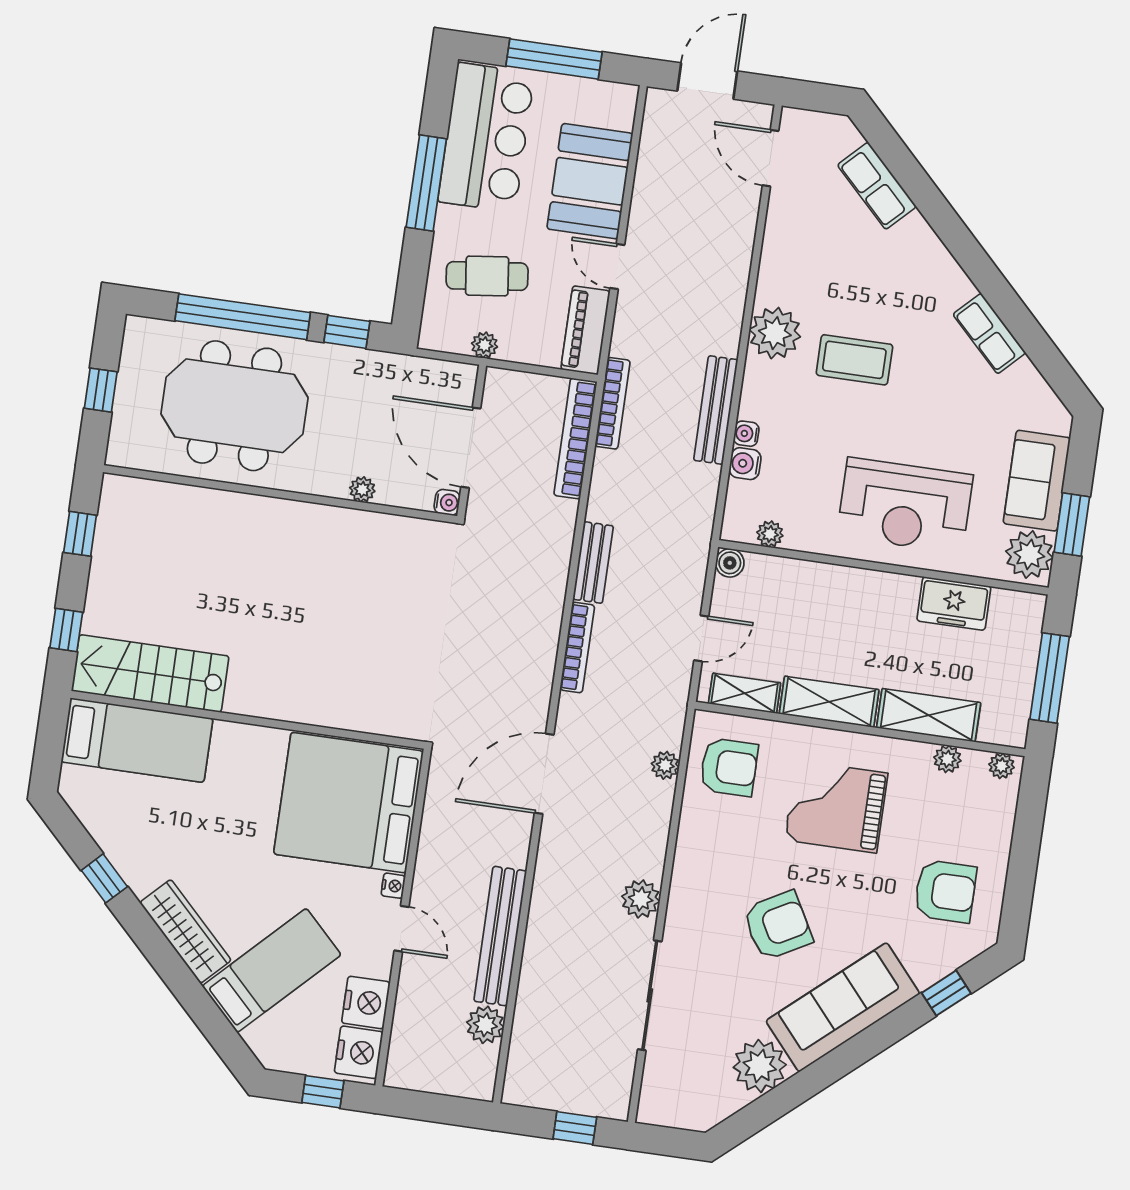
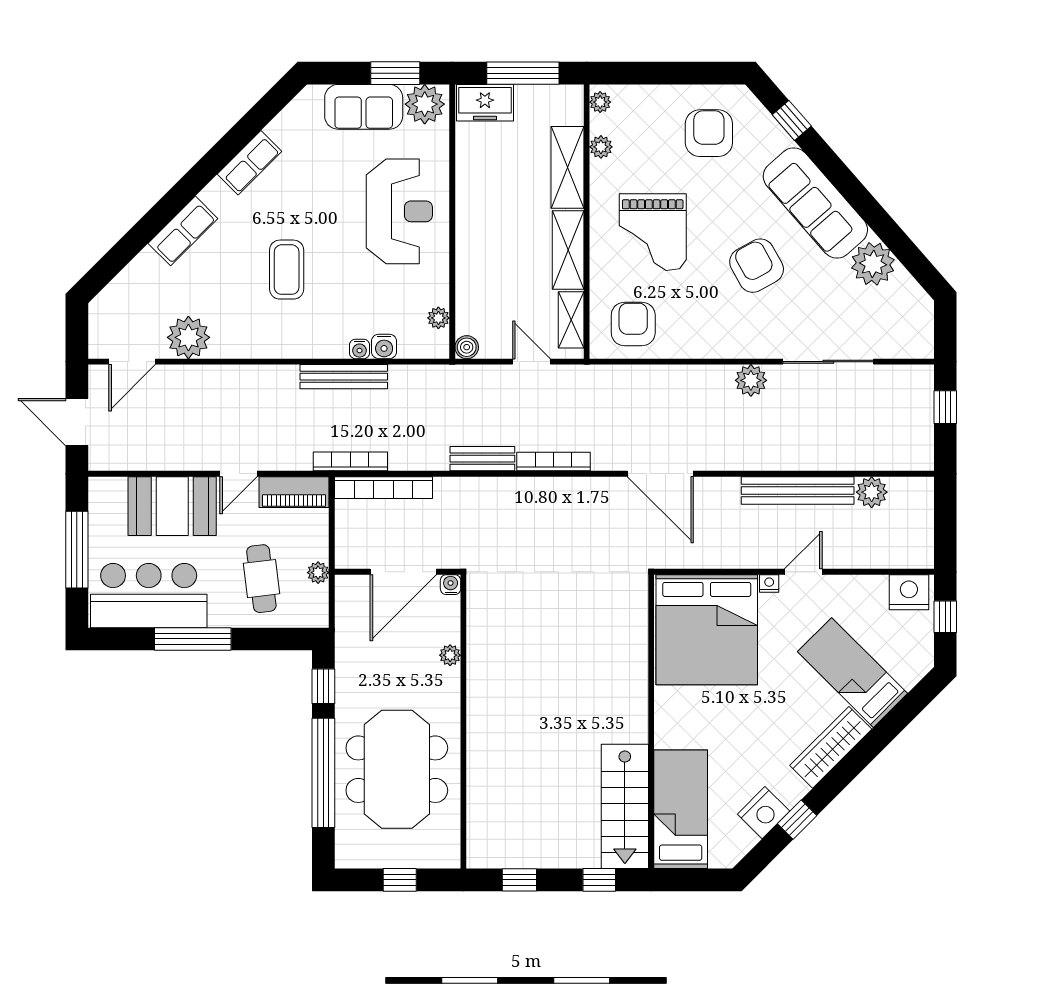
row of seats: (877, 186) -> (183, 231), moved
plant: (775, 333) -> (188, 337), moved
freezer: (954, 604) -> (485, 103), moved, turned 90
plant: (665, 765) -> (639, 376), removed
nightstand: (366, 1002) -> (764, 813), moved, turned 135

